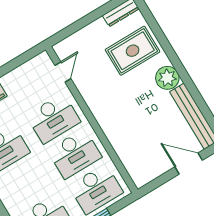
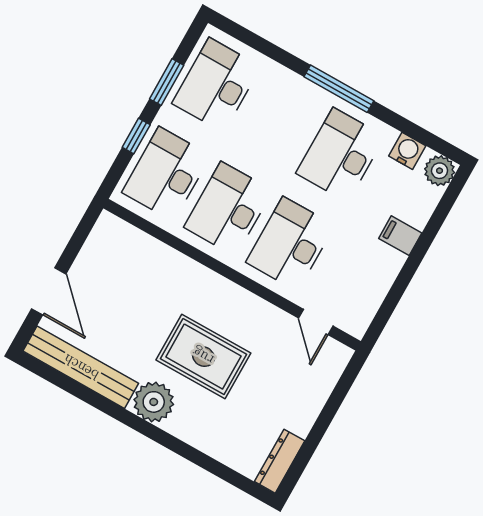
rug: (133, 51) -> (203, 356), moved, turned 90
door: (189, 164) -> (49, 291), hinge flipped

